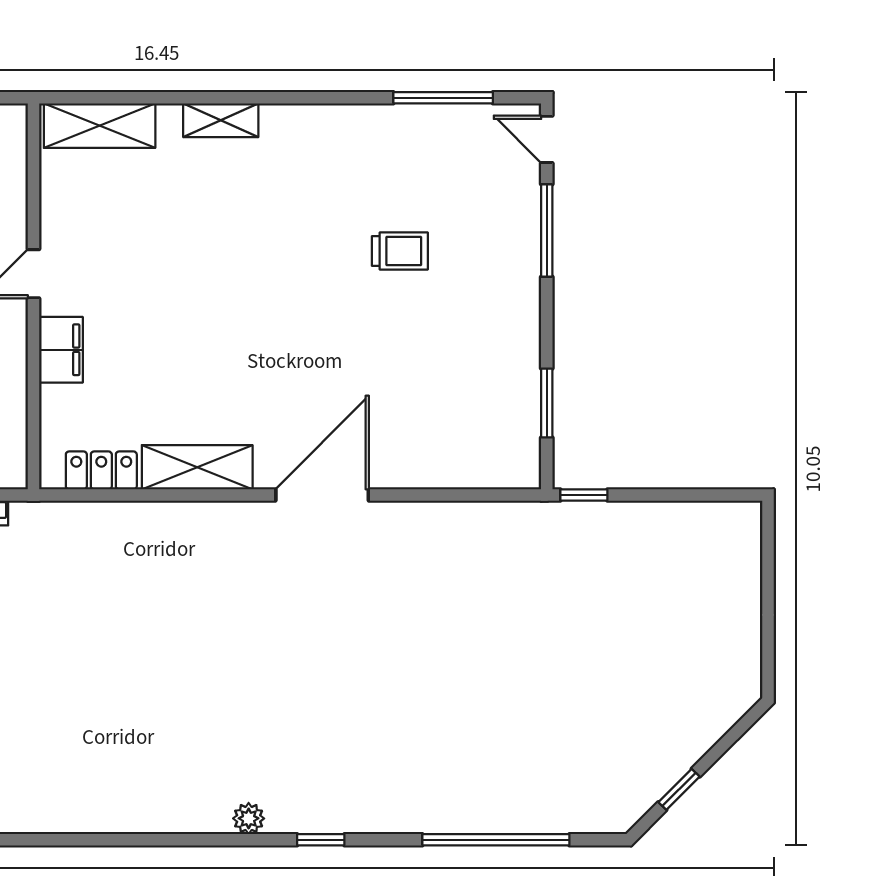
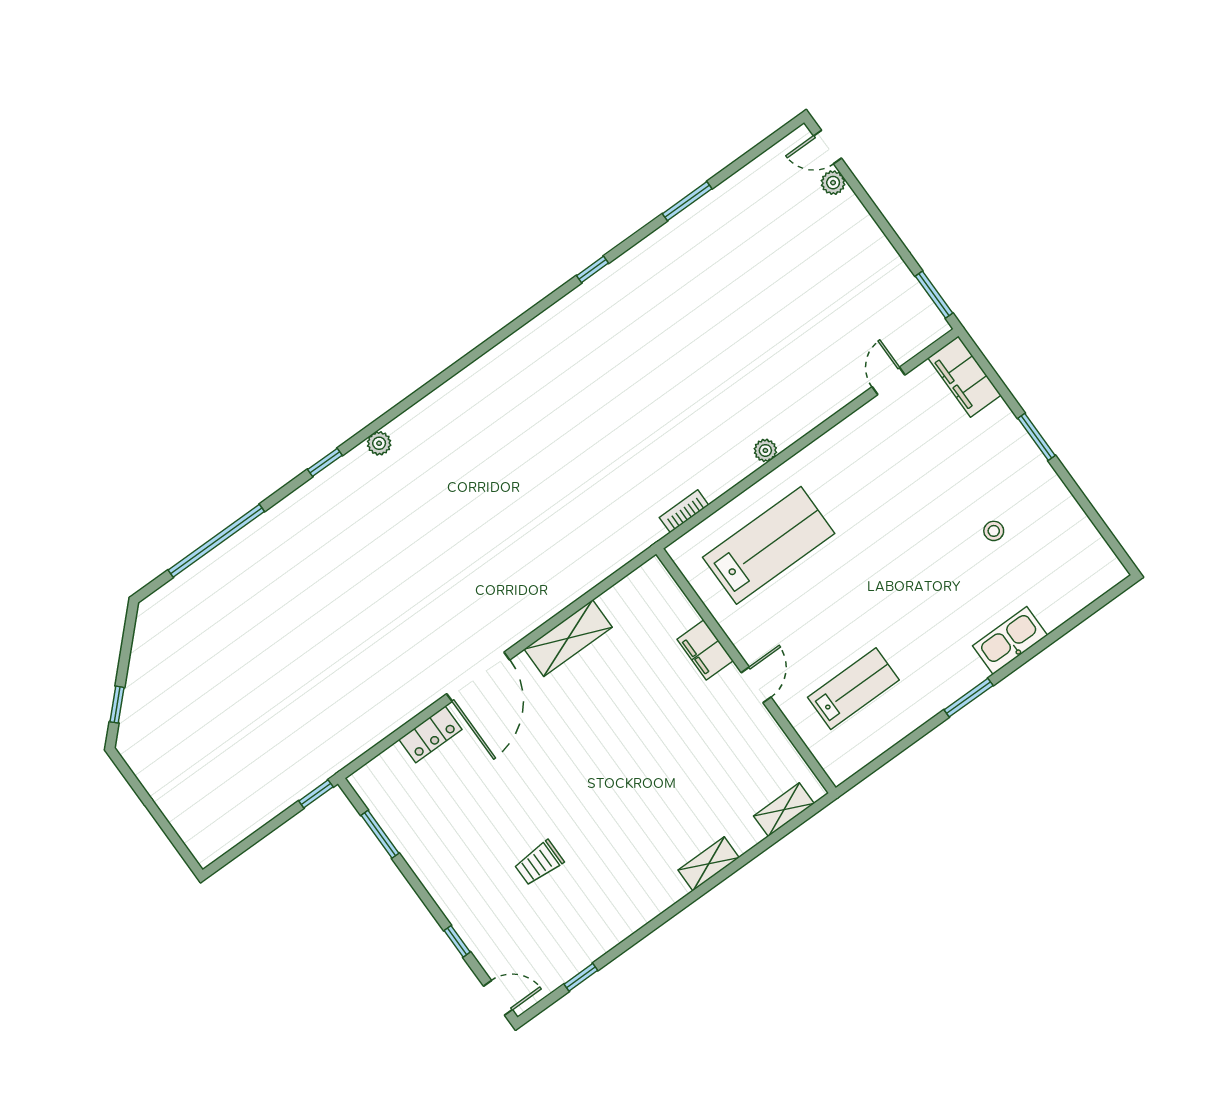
window: (443, 98) -> (581, 977), width x0.46
shelving: (100, 126) -> (784, 810), width x0.67, depth x0.75
window: (547, 231) -> (457, 941), width x0.46
locker: (101, 470) -> (430, 734), moved
window: (679, 789) -> (117, 705), moved

